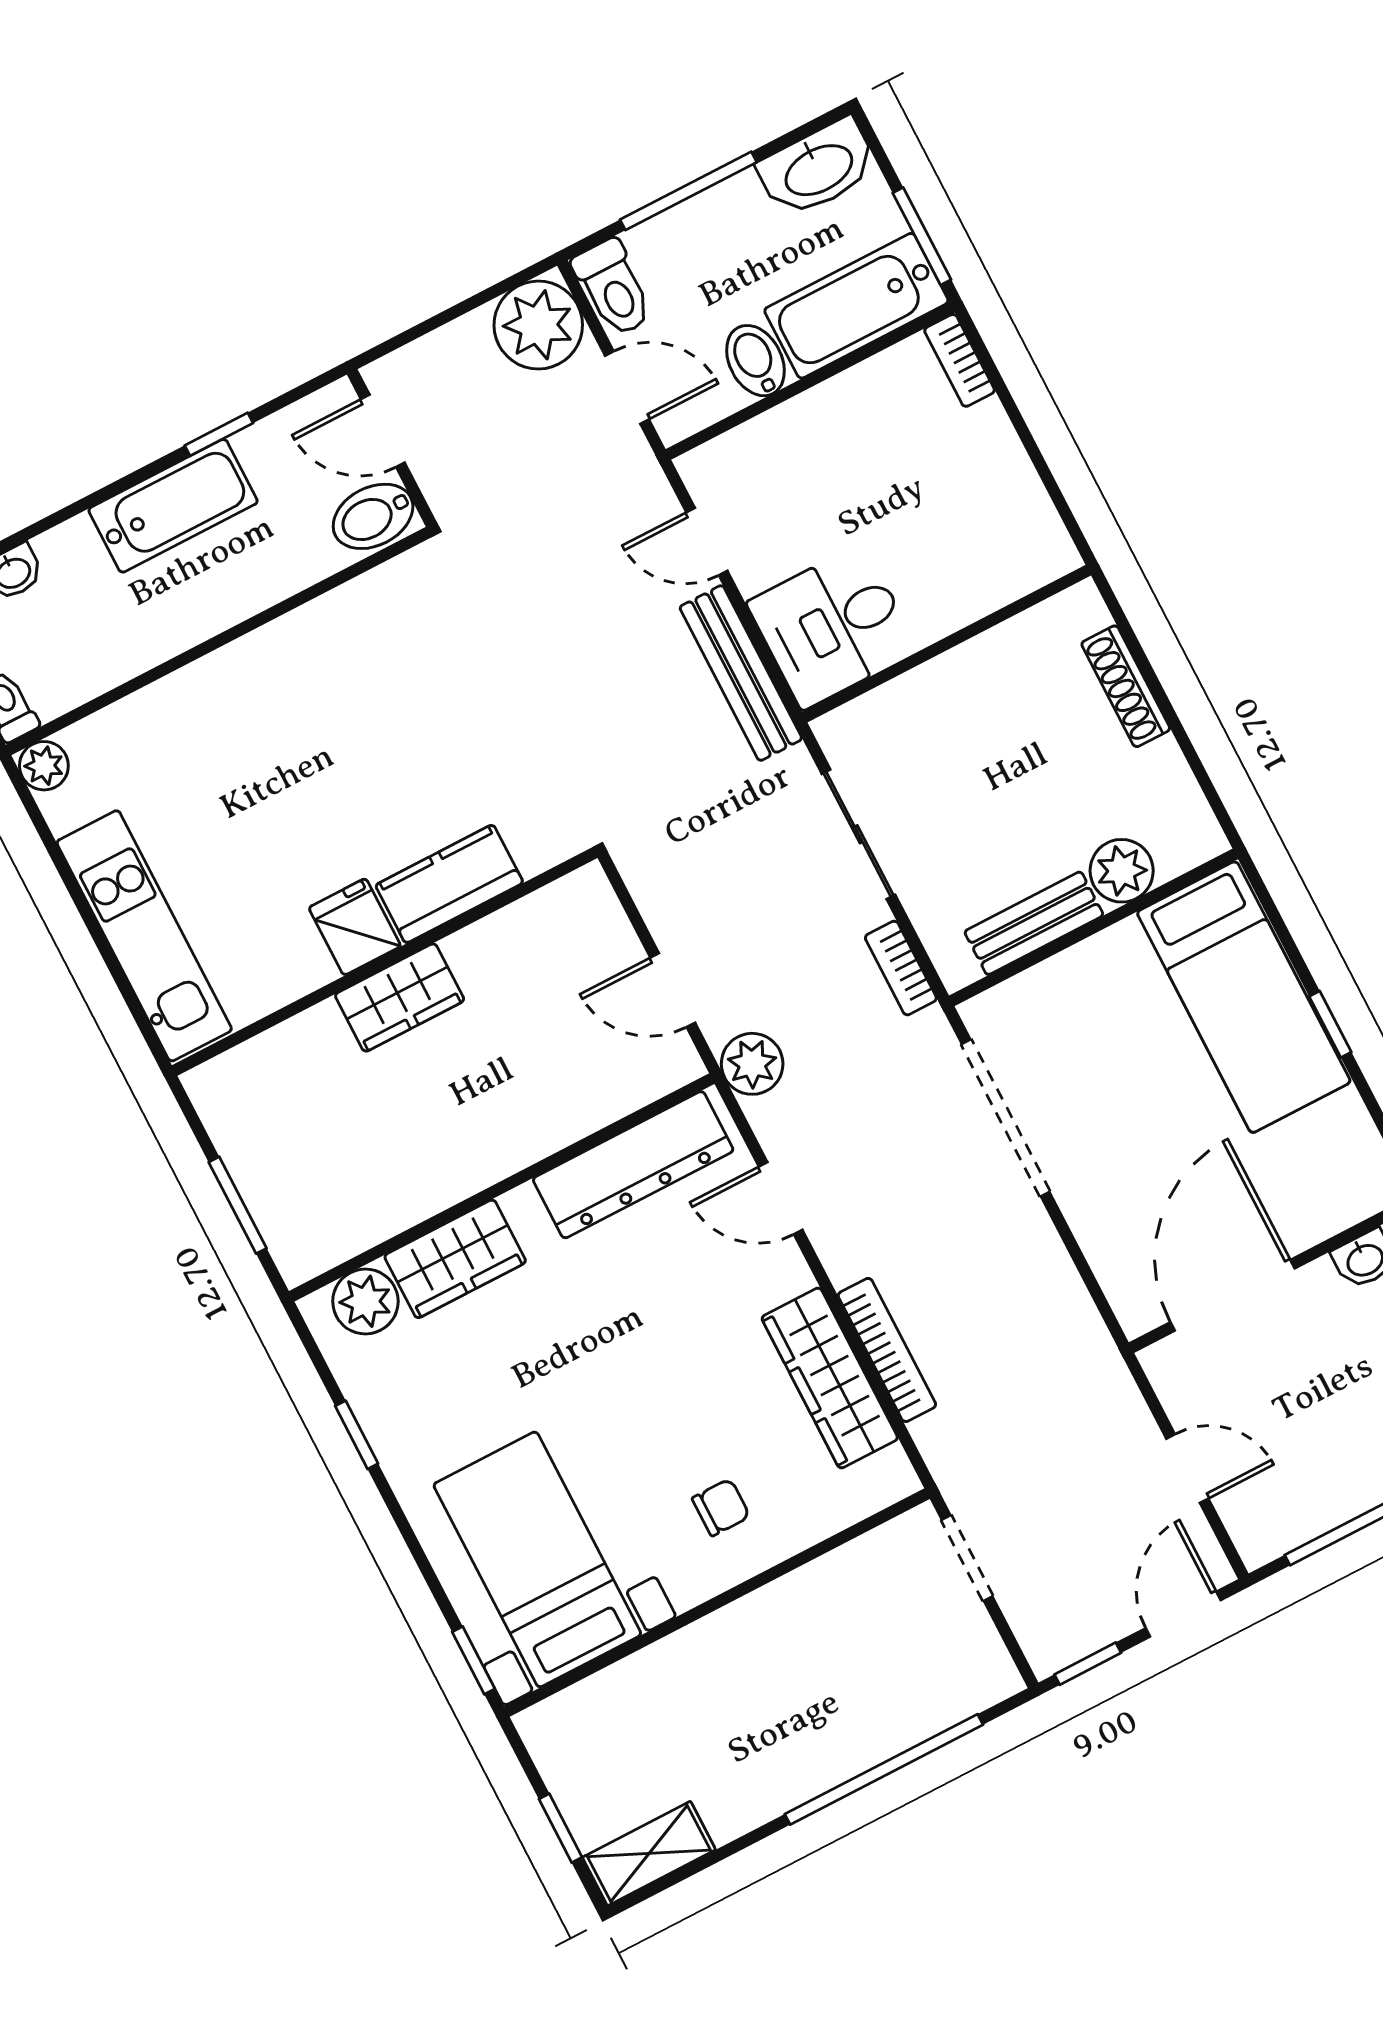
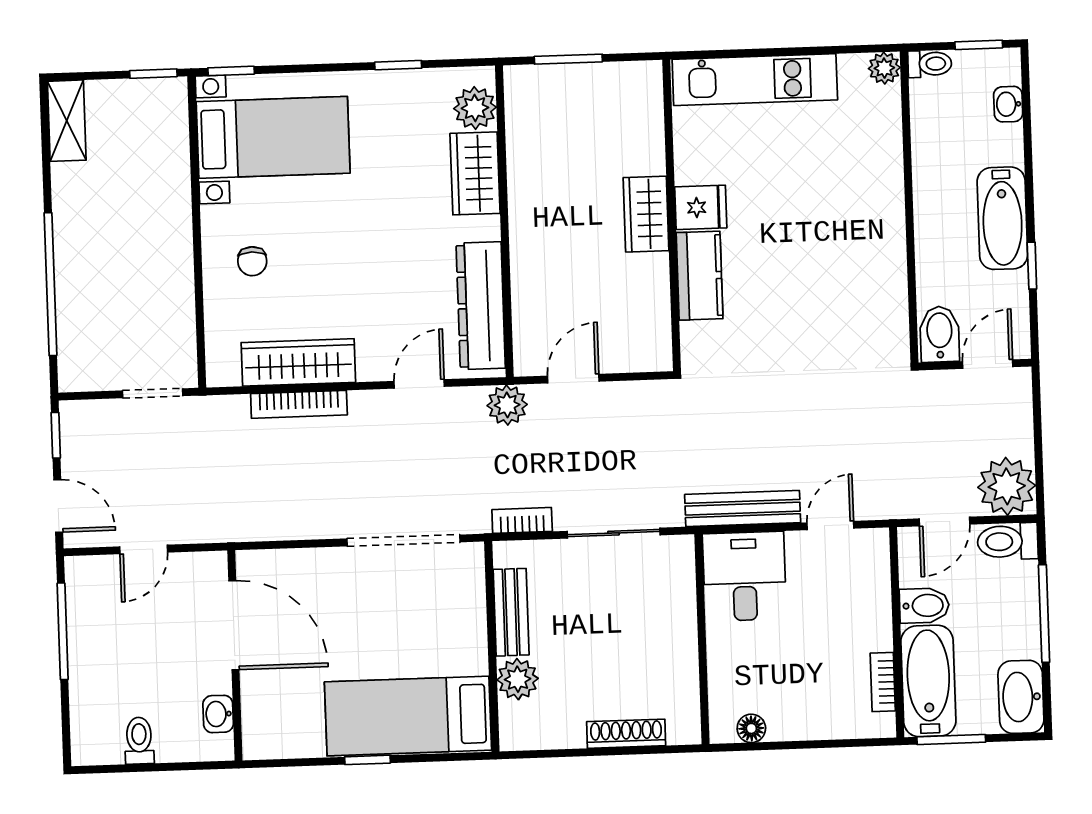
bookcase: (960, 360) -> (883, 682), moved, turned -90
floor lamp: (1037, 518) -> (751, 728), added
window: (560, 1828) -> (153, 74), moved

